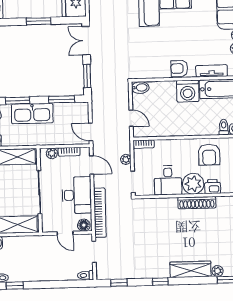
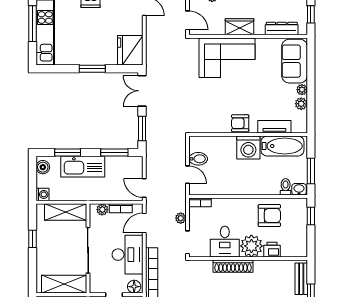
bidet: (140, 88) -> (198, 159), moved
armchair: (209, 155) -> (269, 216), turned -90
door: (92, 165) -> (144, 223), swing flipped
shoe rack: (197, 203) -> (233, 266), moved

